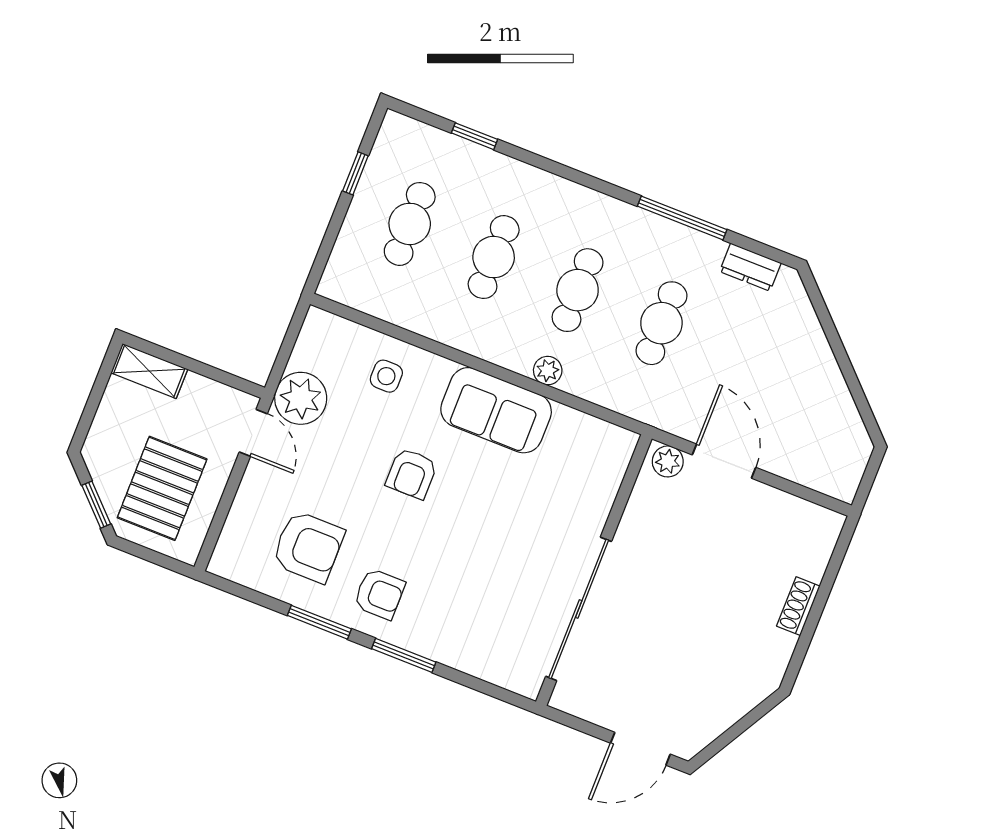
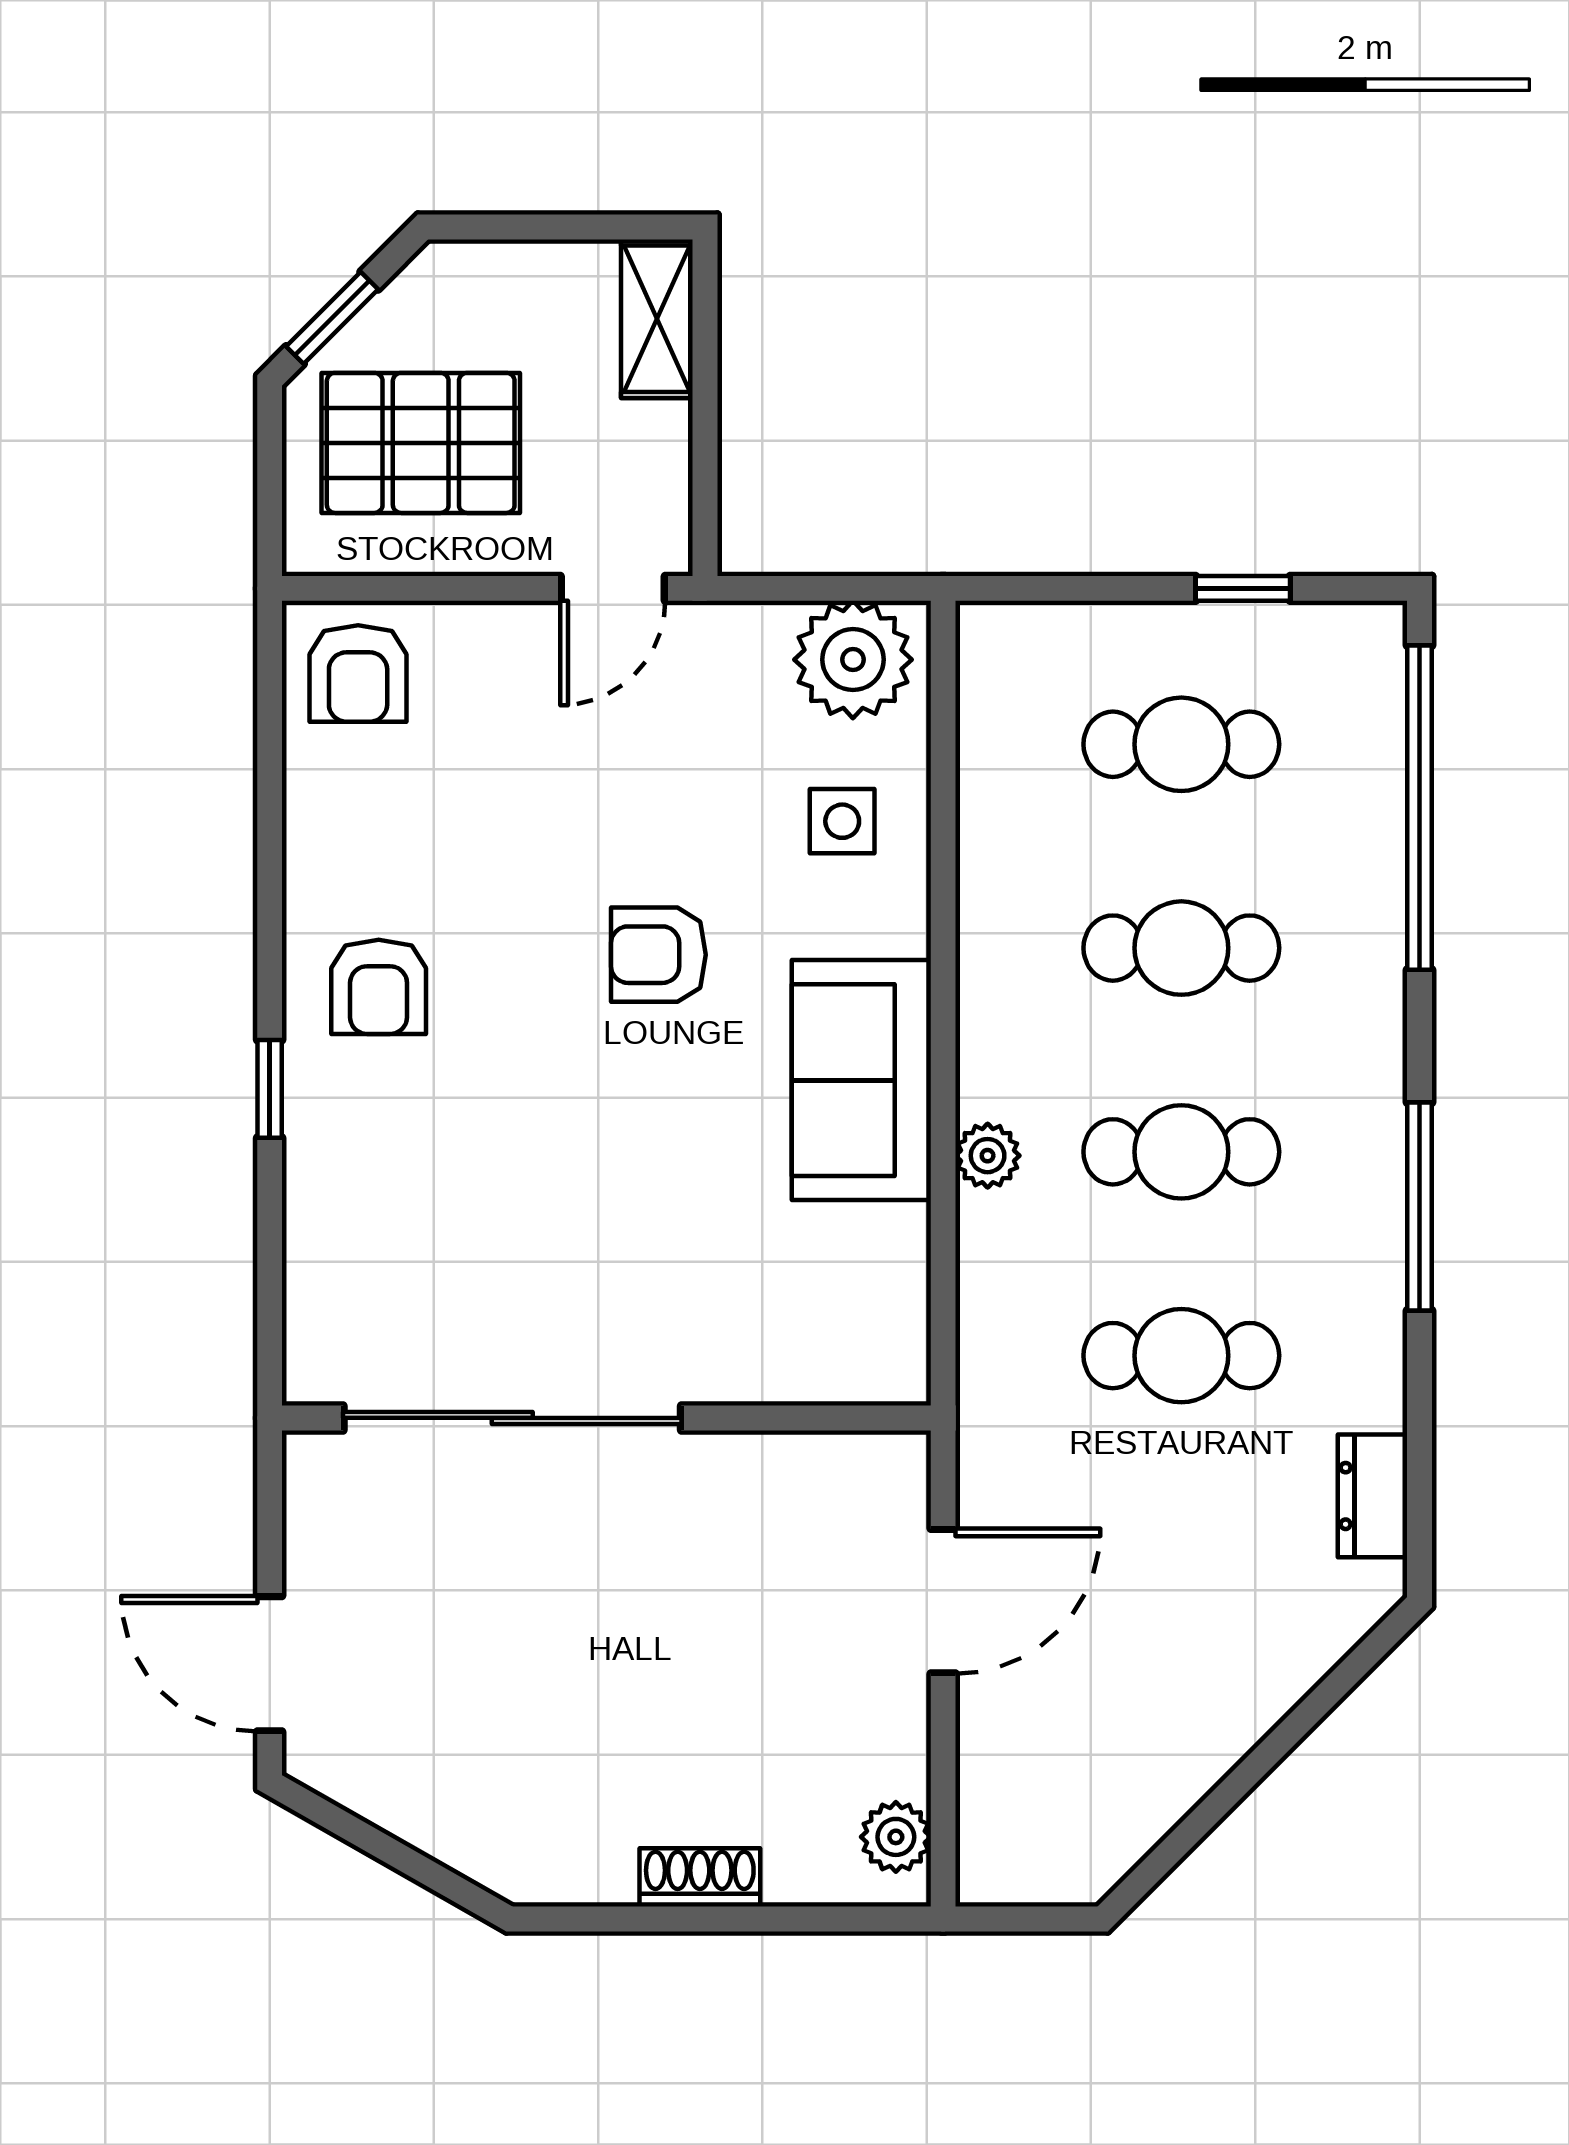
window: (474, 136) -> (1420, 808), width x3.17
window: (682, 218) -> (1420, 1207), moved
plant: (301, 398) -> (853, 660), moved
plant: (668, 461) -> (896, 1837), moved
armchair: (308, 547) -> (358, 673), moved, width x0.72, depth x0.72
window: (319, 622) -> (270, 884), removed
window: (404, 655) -> (270, 1089), width x0.67

